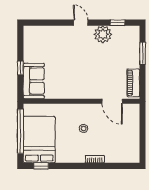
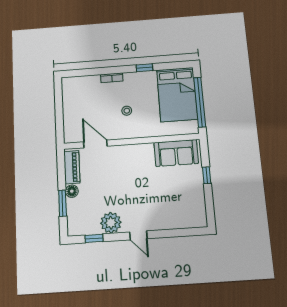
floor lamp: (134, 63) -> (72, 191), added
sofa: (34, 81) -> (176, 153), moved, turned -90
window: (41, 166) -> (144, 68), moved

